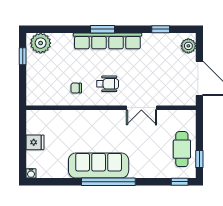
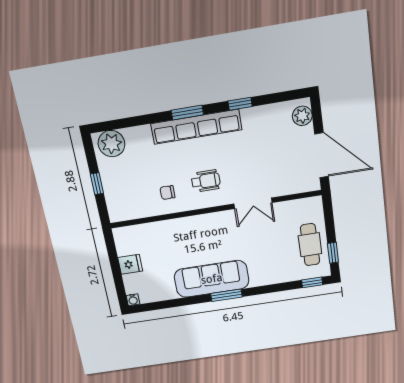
window: (161, 29) -> (240, 104), moved
window: (23, 56) -> (97, 184), moved
window: (108, 182) -> (226, 295), width x0.47

